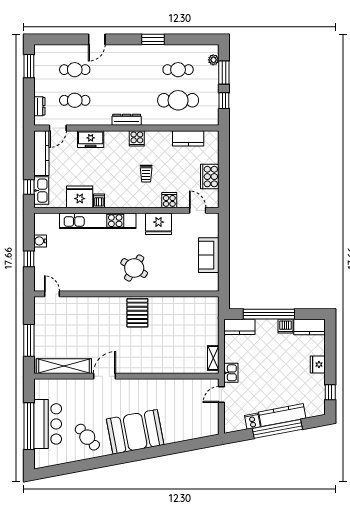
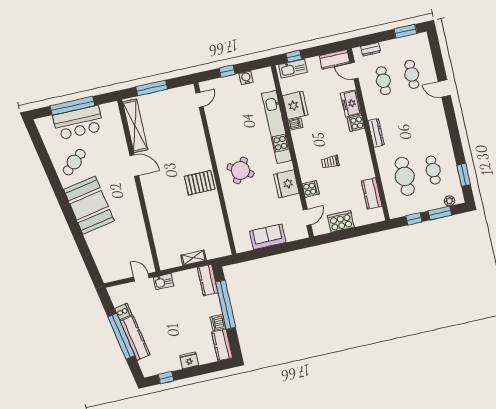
window: (153, 39) -> (464, 175), moved
cooker: (137, 138) -> (356, 123), moved
kitchen counter: (41, 153) -> (335, 59), width x0.67
shelving: (213, 358) -> (193, 258), moved

